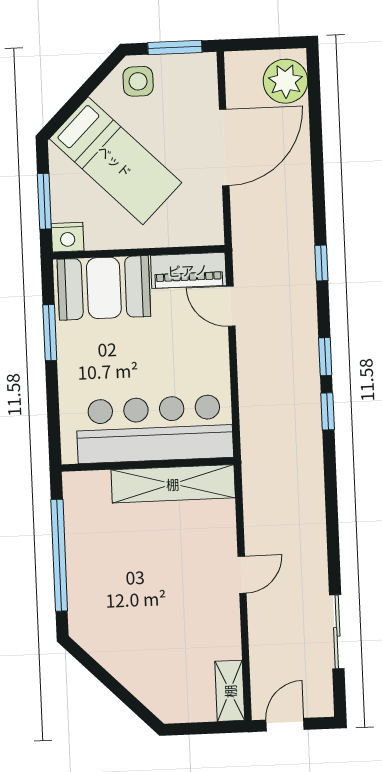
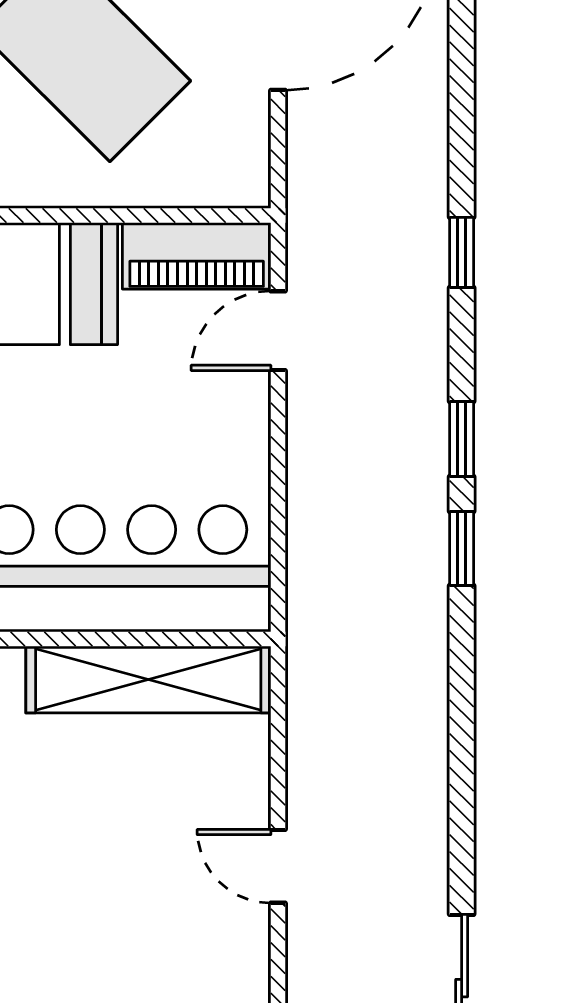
door: (231, 306) -> (278, 331), hinge flipped
door: (242, 575) -> (278, 866), swing flipped

